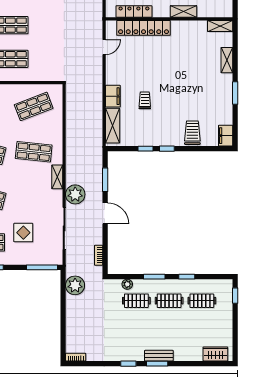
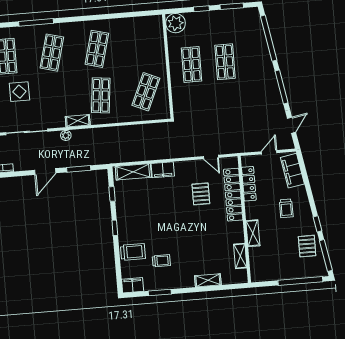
shelving: (220, 26) -> (240, 256), moved
pallet: (140, 60) -> (201, 194), added
window: (235, 93) -> (160, 293), moved
trolley: (145, 100) -> (161, 261), moved
shop shelf: (34, 106) -> (146, 92), turned 45
window: (145, 149) -> (112, 194), moved
plant: (75, 194) -> (66, 135), width x0.53, depth x0.53

